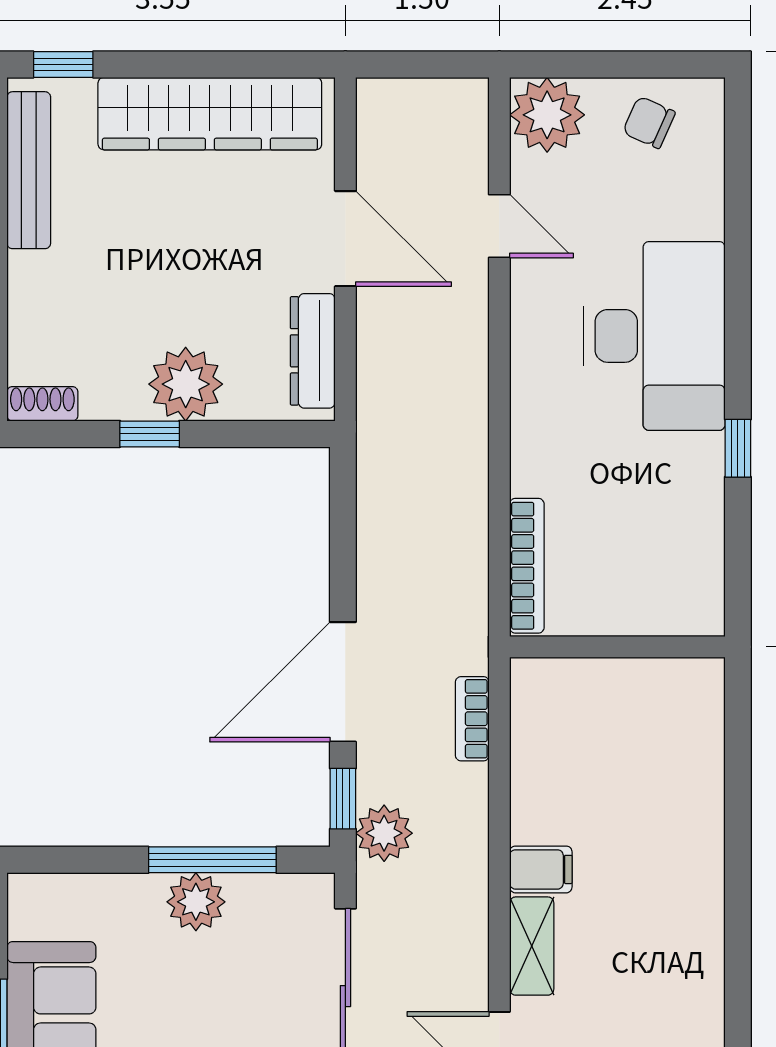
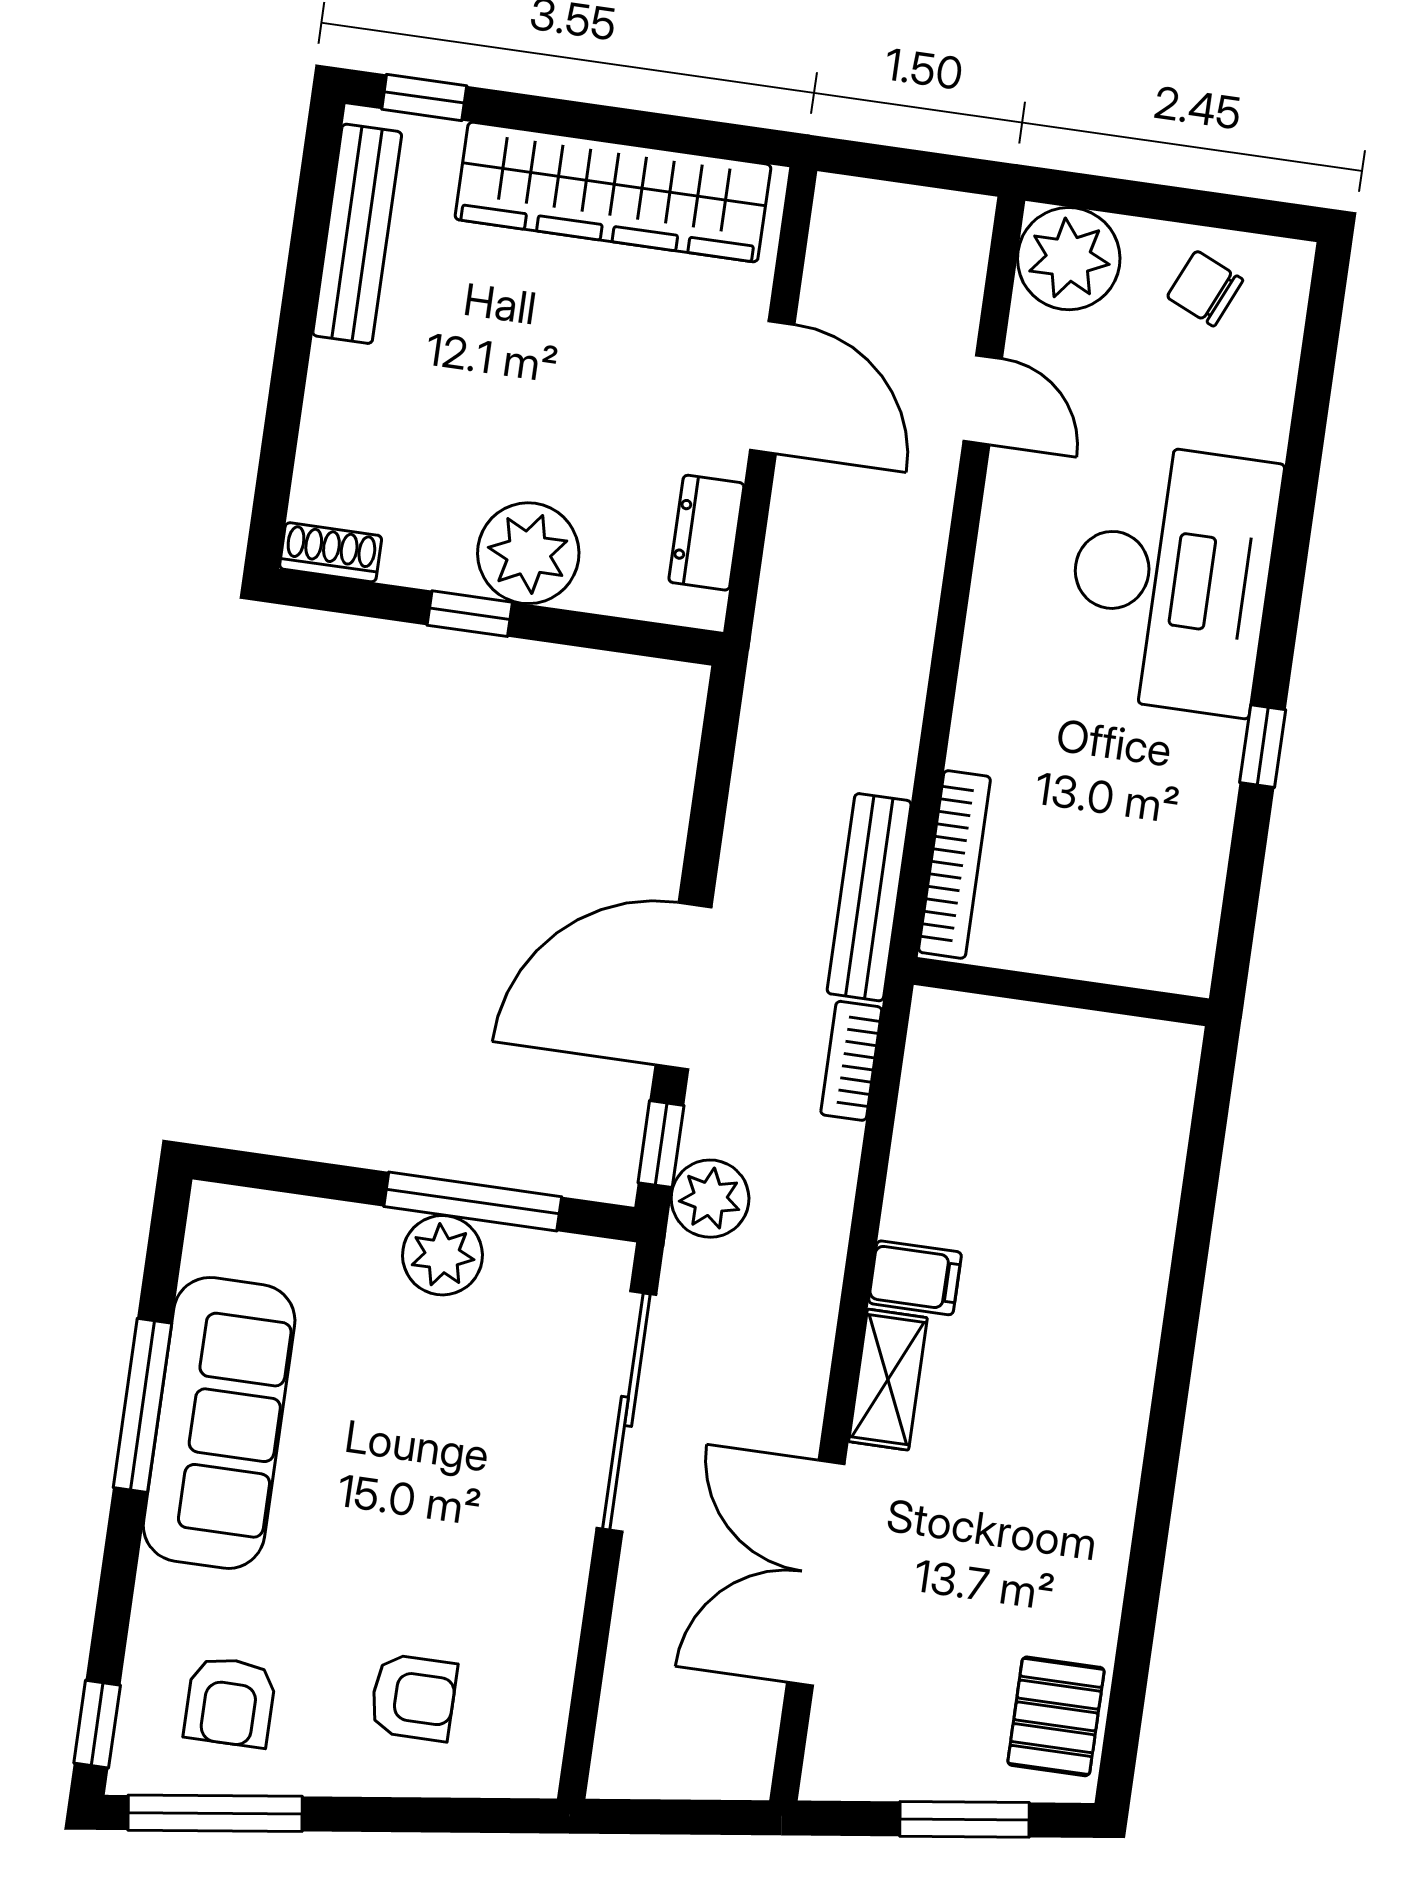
dresser: (313, 351) -> (706, 533), width x0.70
bench: (468, 598) -> (869, 897), added

